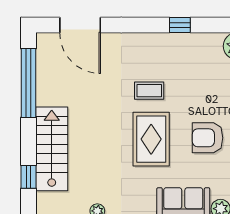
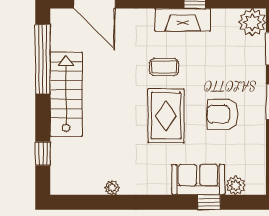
fireplace: (168, 44) -> (183, 20), added
stairs: (52, 149) -> (66, 94), moved

